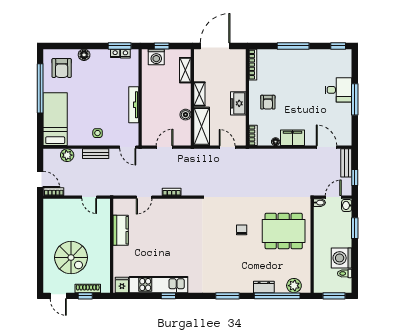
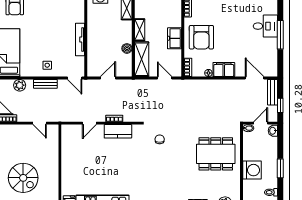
armchair: (268, 102) -> (201, 37), width x1.88, depth x1.88
window: (355, 228) -> (280, 168), moved
kitchen counter: (121, 230) -> (118, 131), moved, turned 90
chair: (242, 230) -> (160, 139), moved
washing machine: (342, 258) -> (252, 170), moved, turned 180

